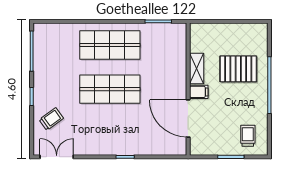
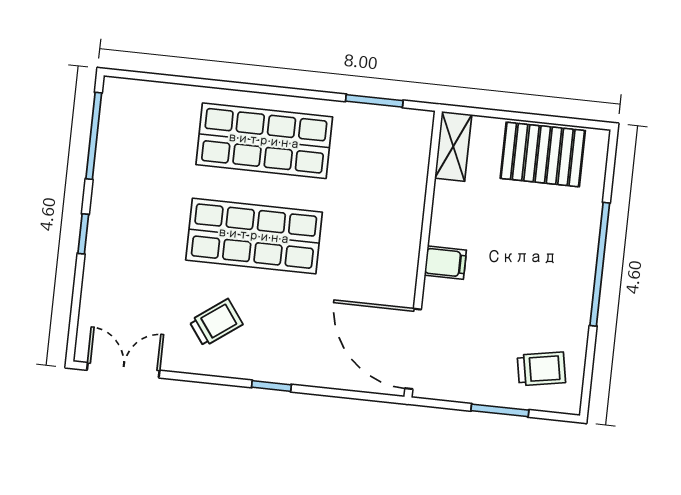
shelving: (197, 68) -> (453, 146), moved
pallet: (238, 69) -> (543, 154), moved
door: (188, 118) -> (413, 349), moved
trolley: (51, 119) -> (216, 323), moved
trolley: (248, 136) -> (541, 369), turned 80

